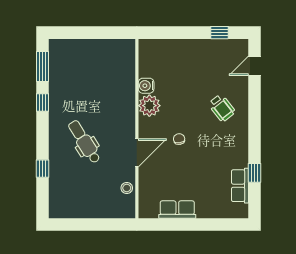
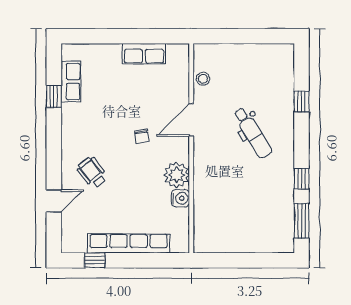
row of seats: (190, 47) -> (129, 243), added
door: (254, 66) -> (54, 201), moved

